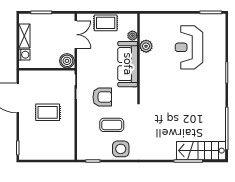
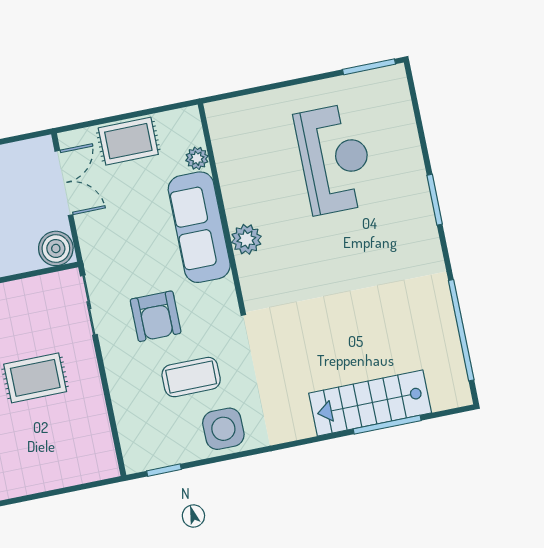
plant: (146, 46) -> (246, 239), moved
reception desk: (189, 47) -> (335, 159), turned 180
armchair: (102, 97) -> (156, 316), turned 90
stairs: (201, 151) -> (370, 403), moved

